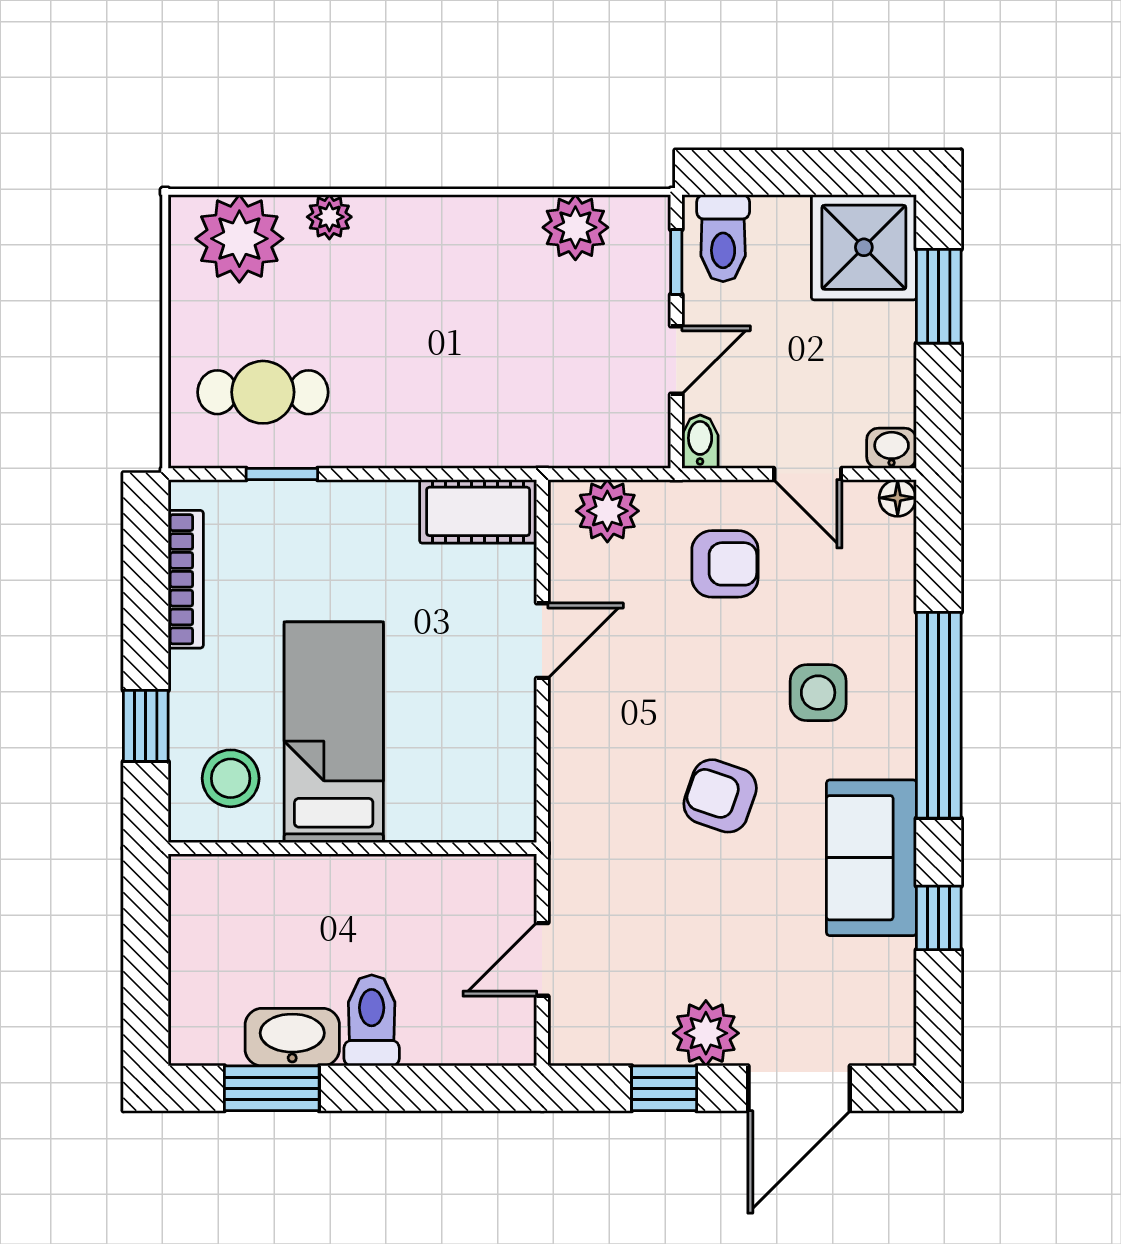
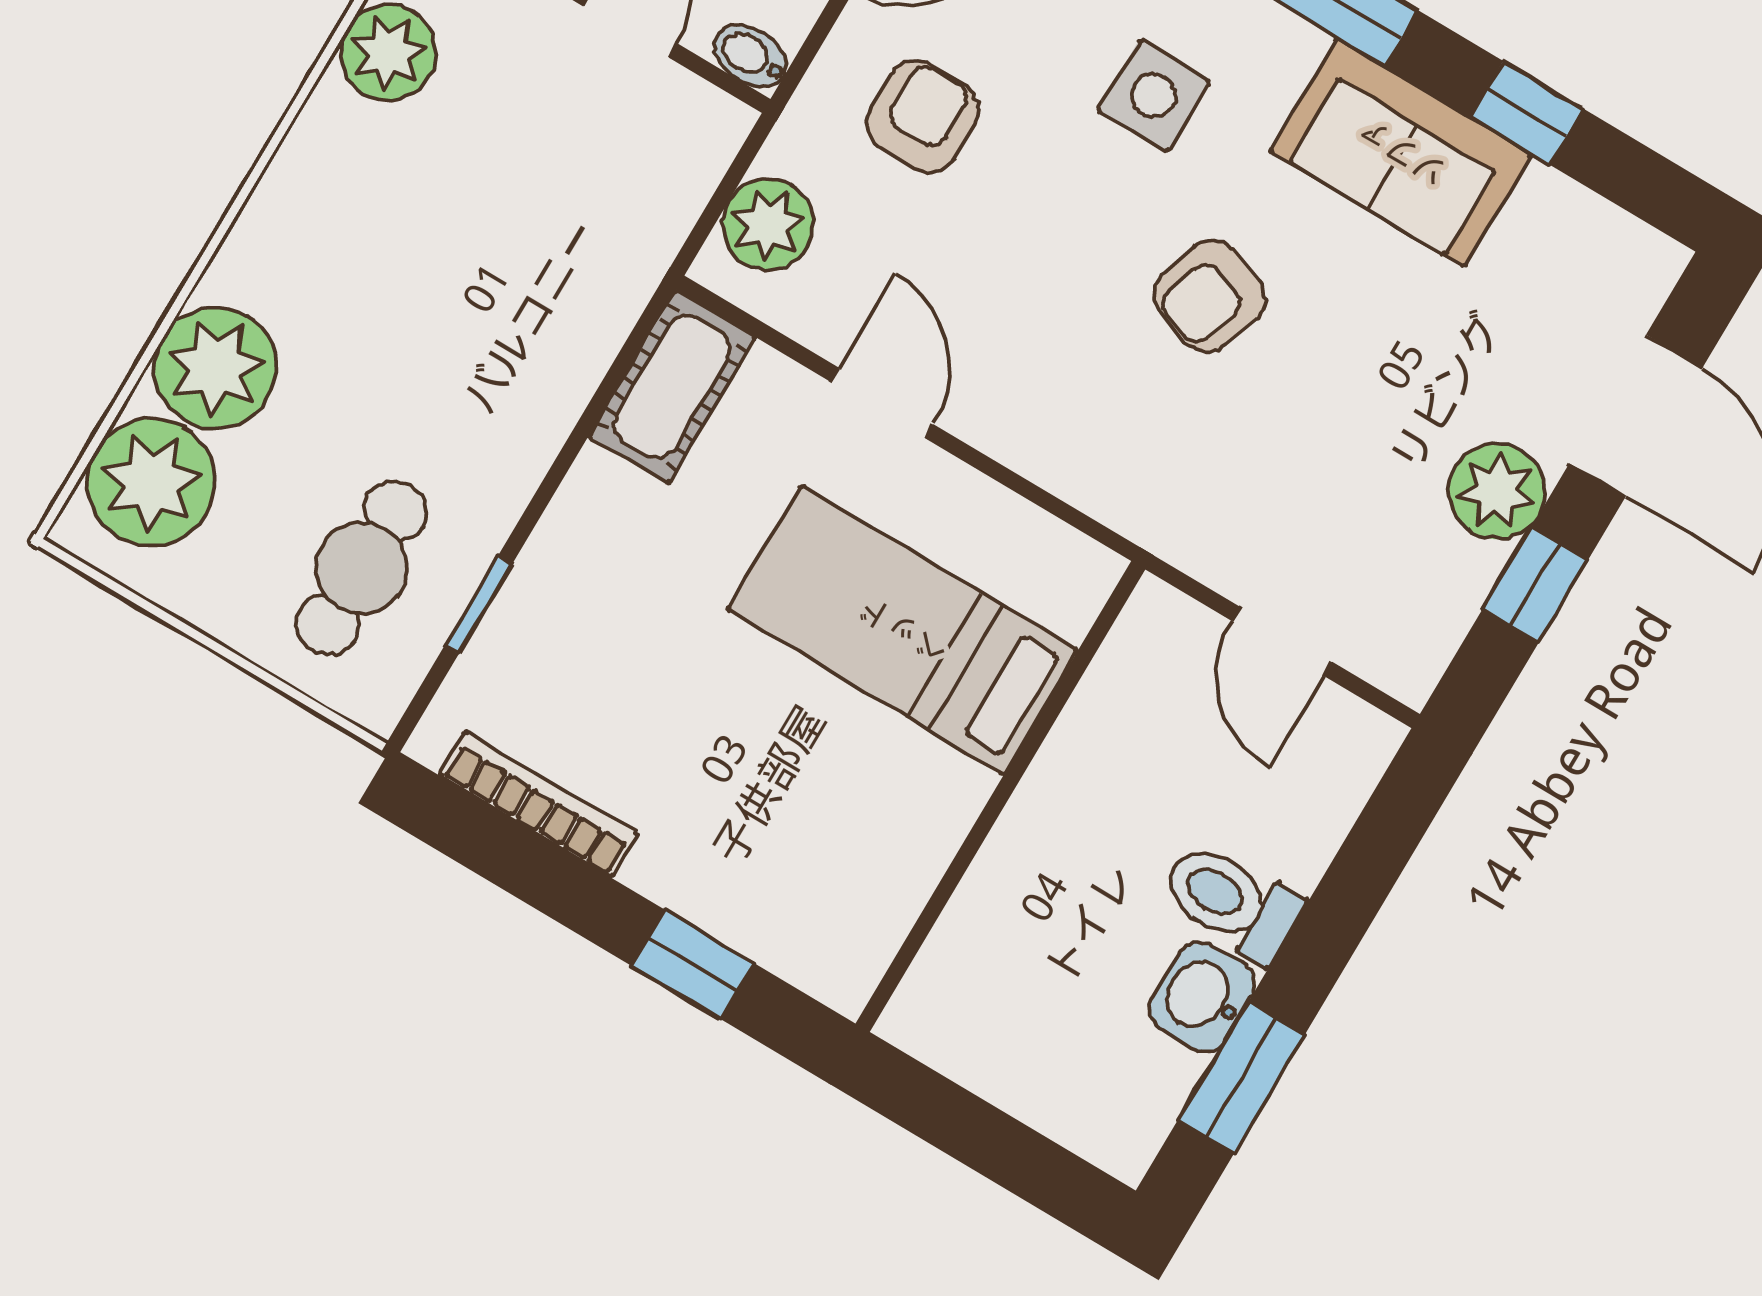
plant: (329, 217) -> (216, 368), width x1.87, depth x1.87
bed: (334, 732) -> (903, 630), moved
stool: (231, 778) -> (822, 897), removed
washbasin: (292, 1037) -> (1202, 997), width x0.72

